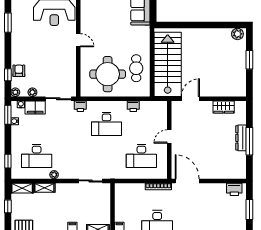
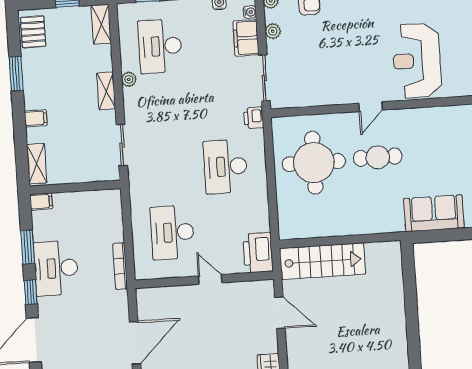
stairs: (168, 64) -> (322, 261), width x0.73, depth x0.66
cafe table: (136, 68) -> (378, 157), moved
printer: (133, 106) -> (258, 253), moved, width x1.87, depth x1.48
door: (187, 181) -> (135, 343), moved
shelving: (44, 188) -> (106, 91), moved

